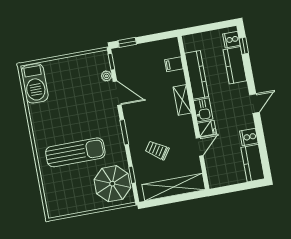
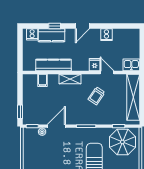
window: (244, 46) -> (55, 26), moved
door: (254, 103) -> (82, 26), swing flipped
kitchen sink: (203, 110) -> (131, 65), moved
trolley: (157, 150) -> (96, 96), moved
kitchen counter: (253, 163) -> (126, 35), removed

